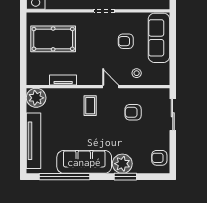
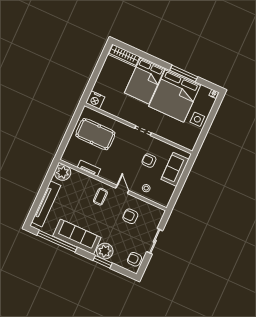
sofa: (159, 38) -> (175, 169), width x0.73
sliding door: (173, 115) -> (155, 241), moved

